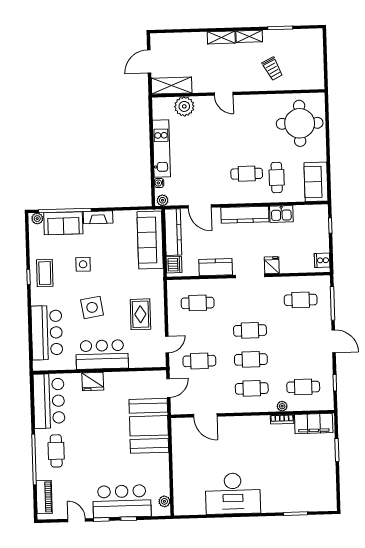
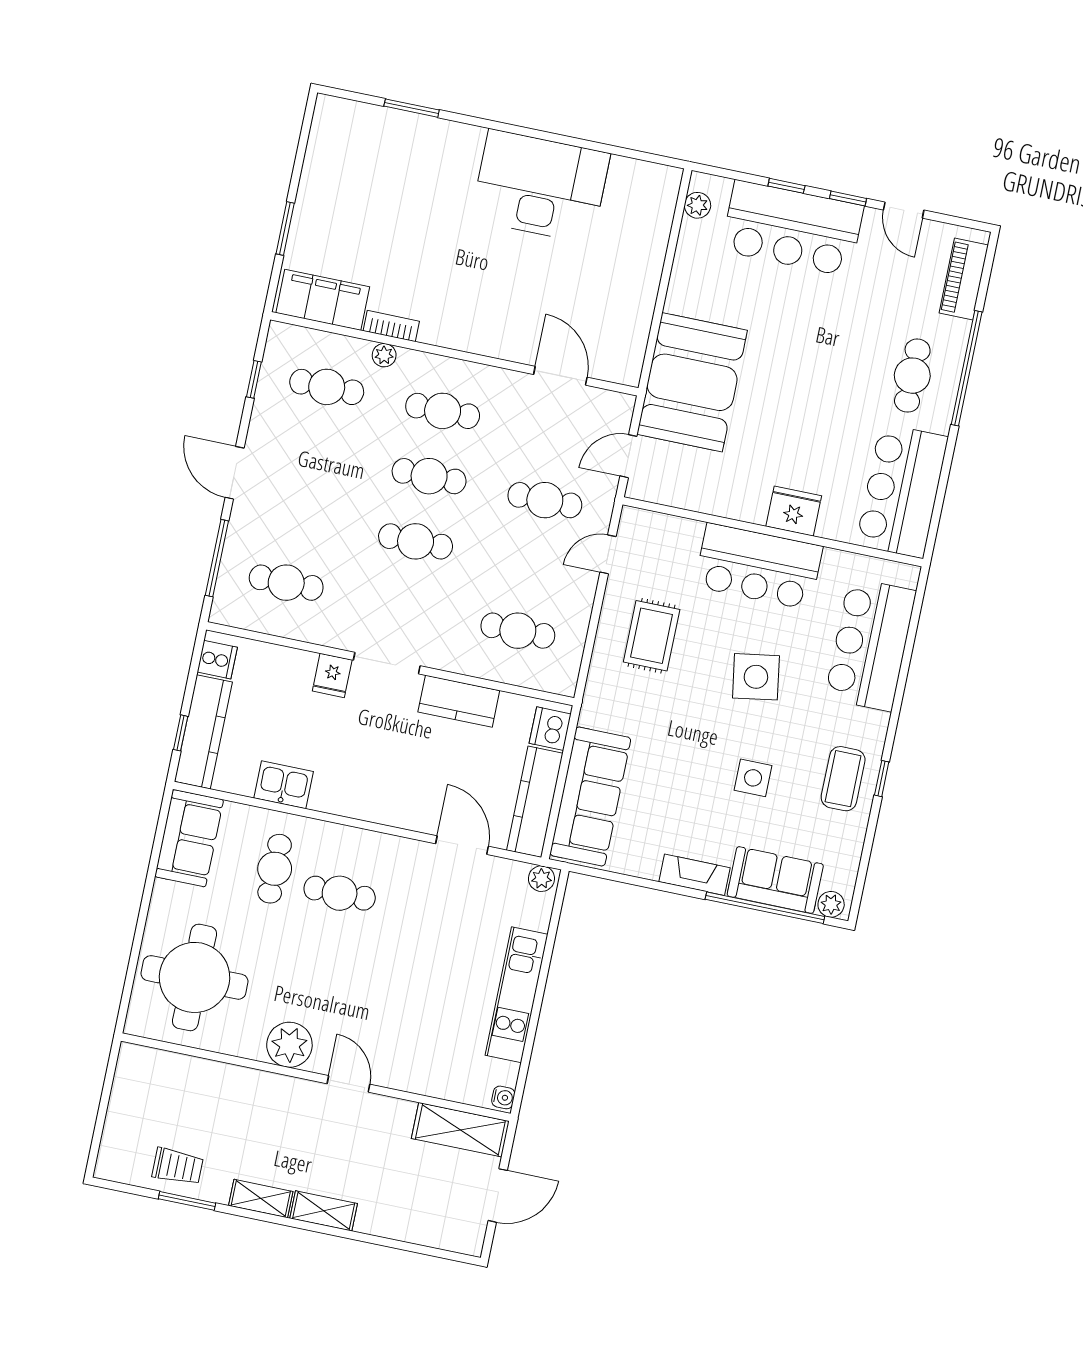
trolley: (272, 69) -> (178, 1166), moved, turned 117
plant: (184, 106) -> (289, 1045), moved
water cooler: (159, 183) -> (503, 1097), moved
kitchen counter: (245, 215) -> (203, 732), moved, turned 90

